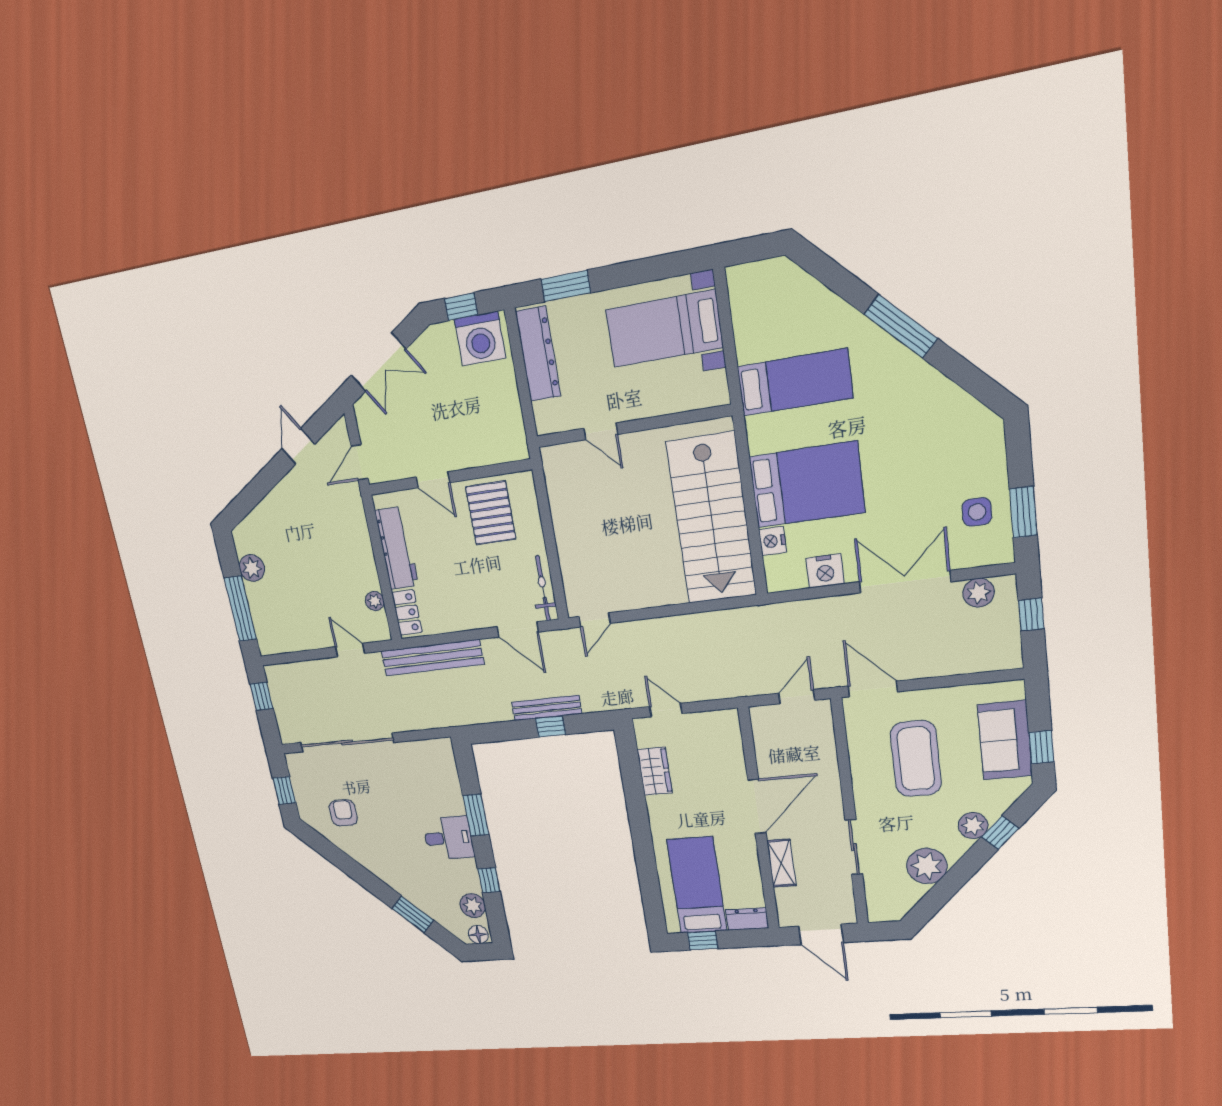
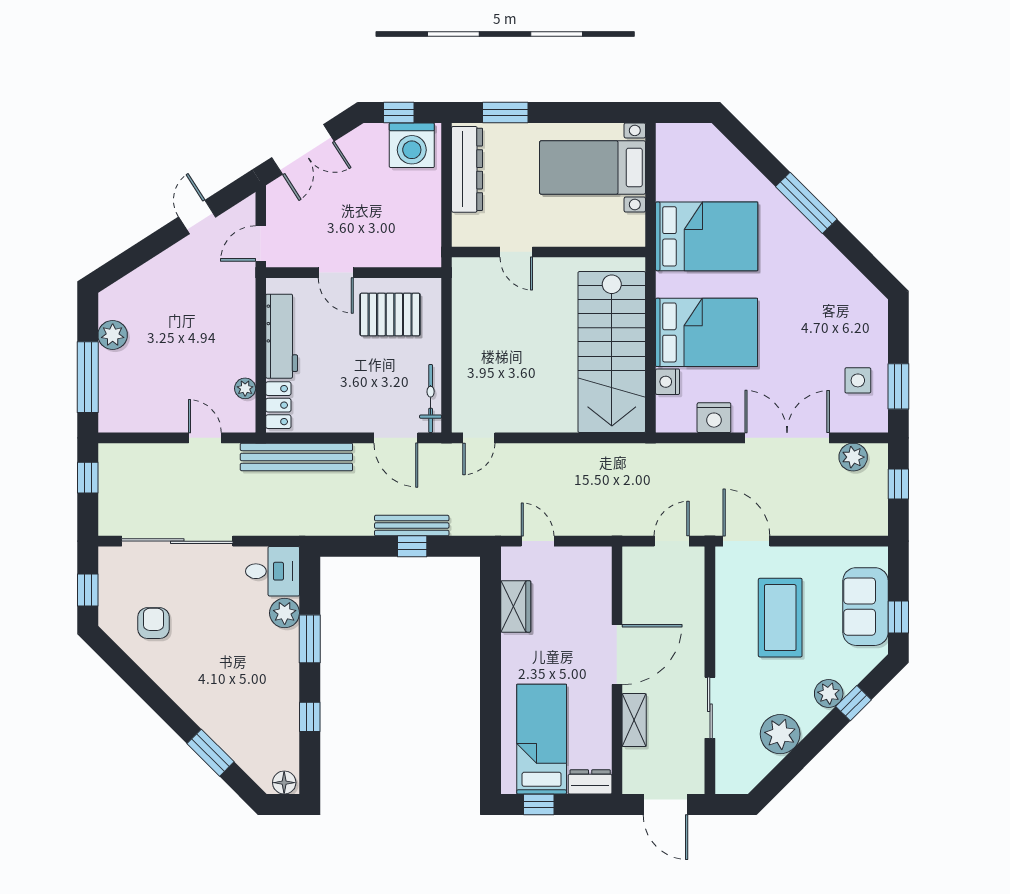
bed: (795, 382) -> (707, 236), width x1.50
pallet: (491, 513) -> (390, 315), turned 90
desk: (448, 838) -> (273, 571), moved
plant: (473, 906) -> (285, 613), moved

